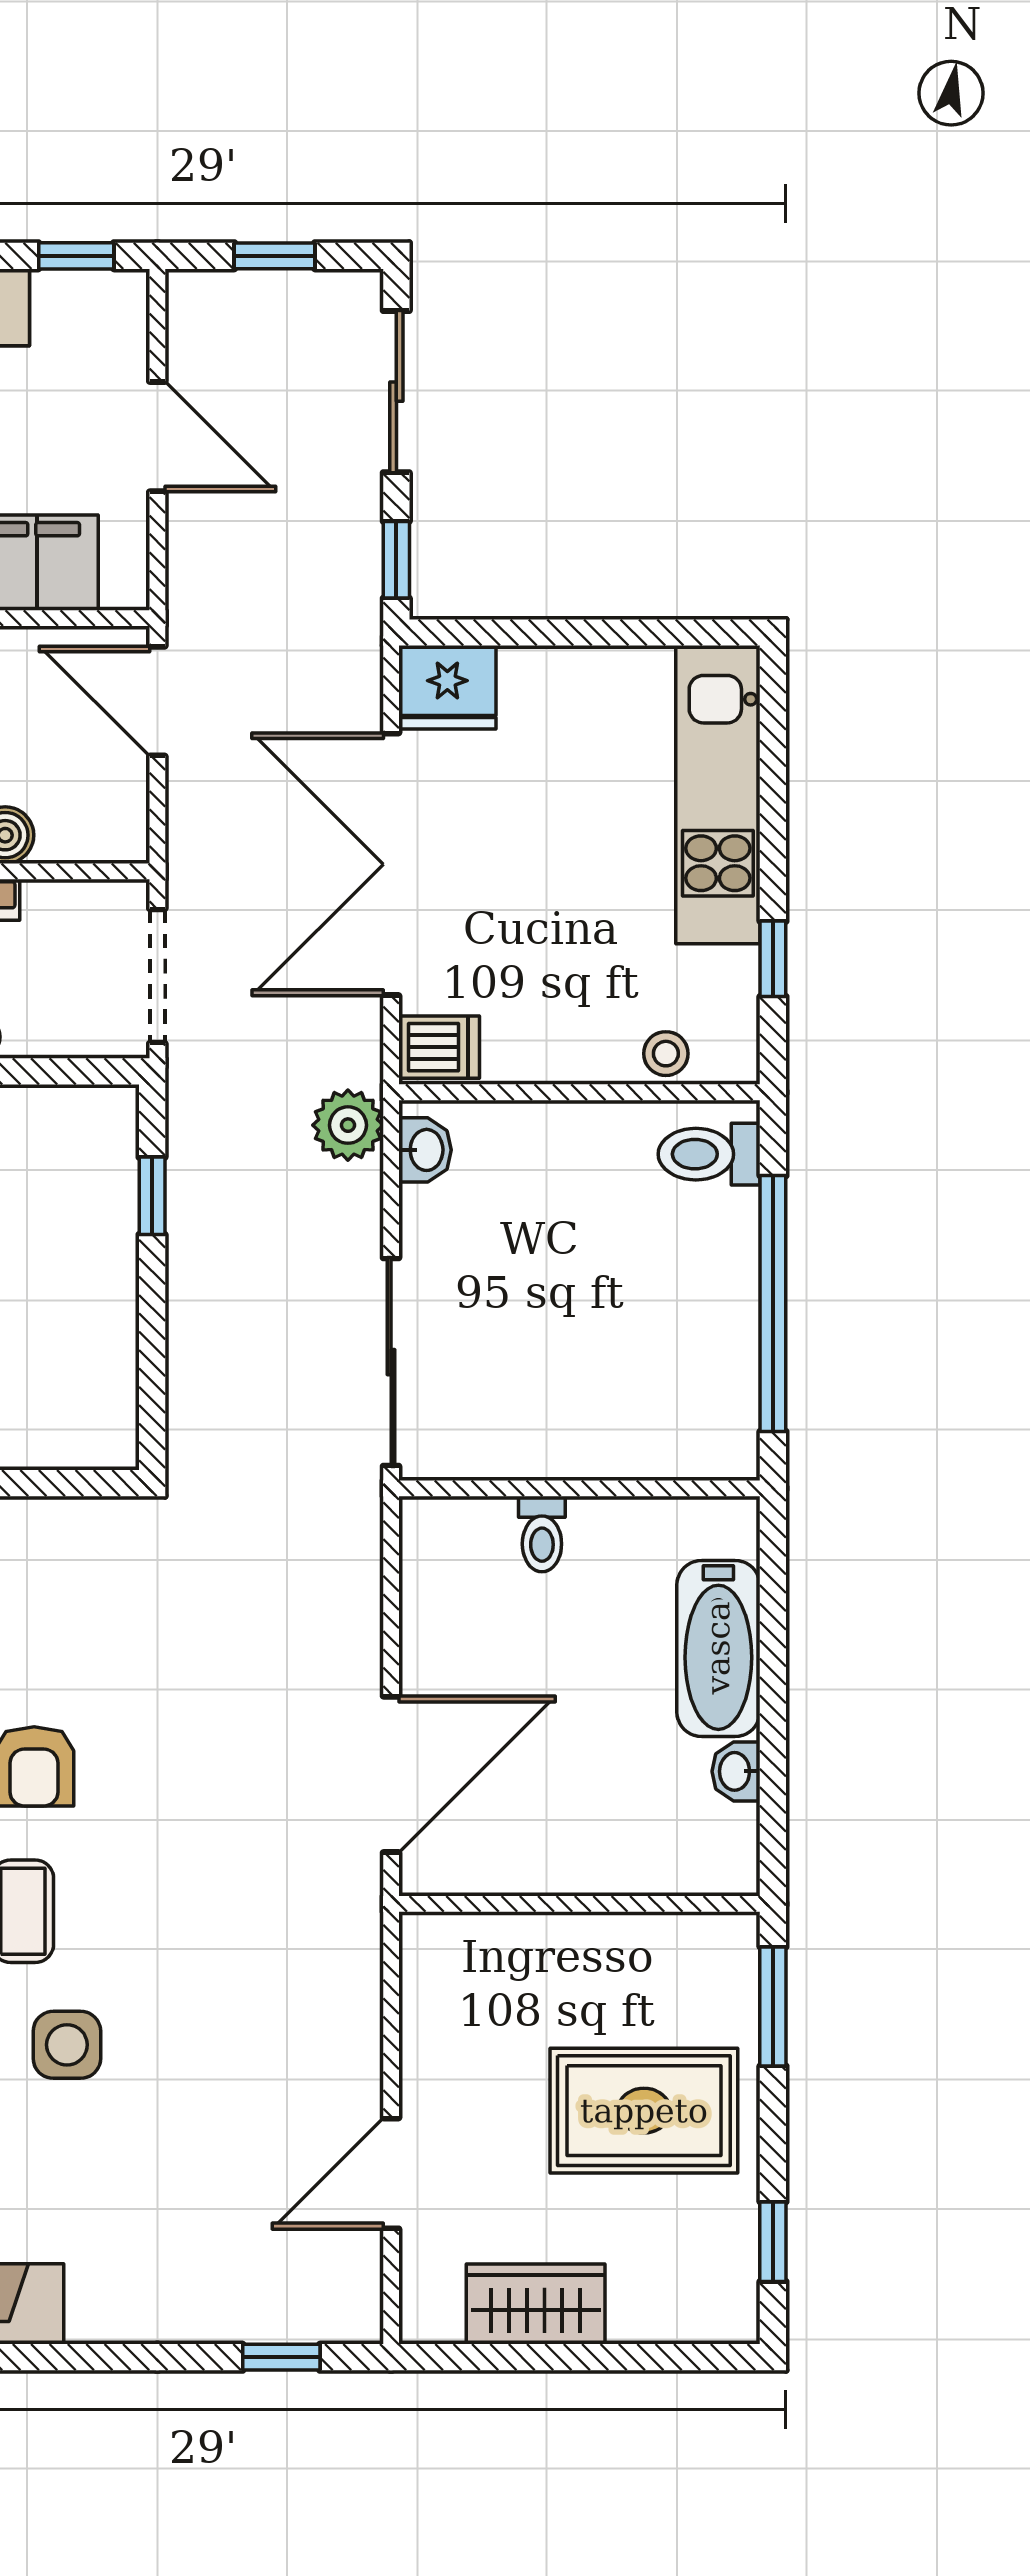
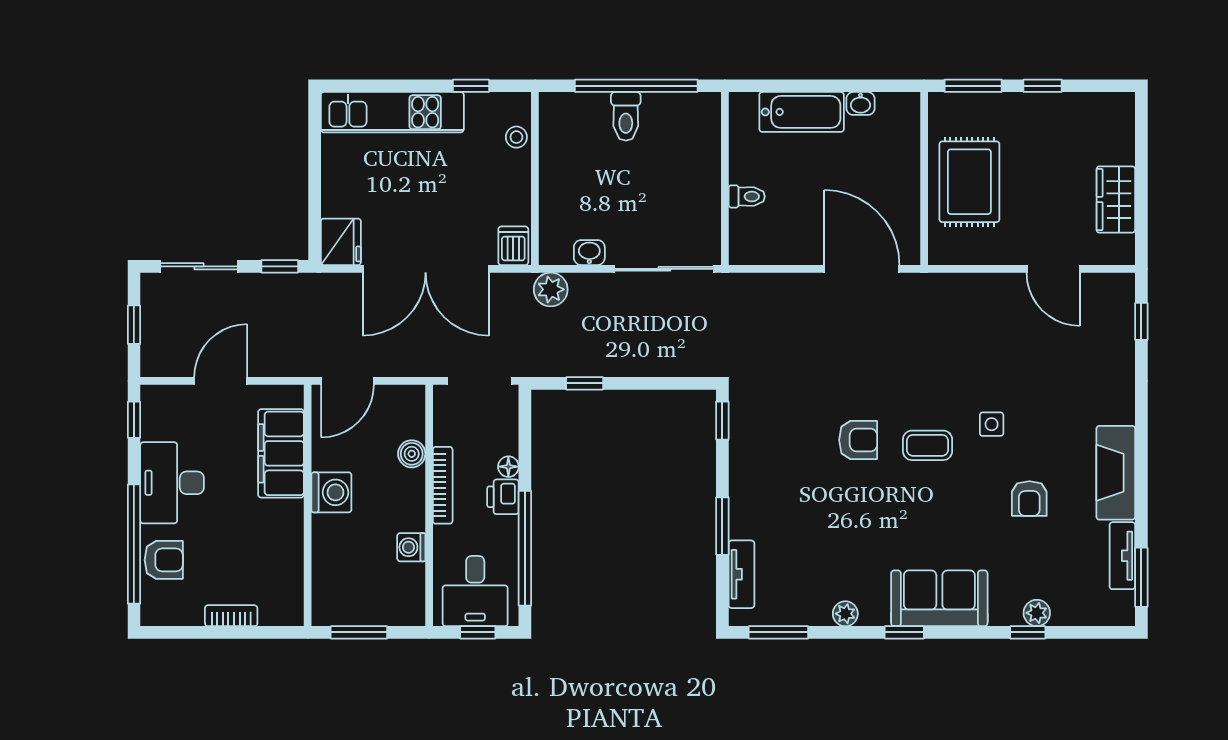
washbasin: (425, 1150) -> (589, 253), moved
toilet: (709, 1154) -> (626, 116), moved
window: (74, 1483) -> (722, 421), added
side table: (67, 2045) -> (992, 424), width x0.73, depth x0.73
rug: (644, 2111) -> (969, 182), moved
window: (773, 2242) -> (1043, 86), moved

